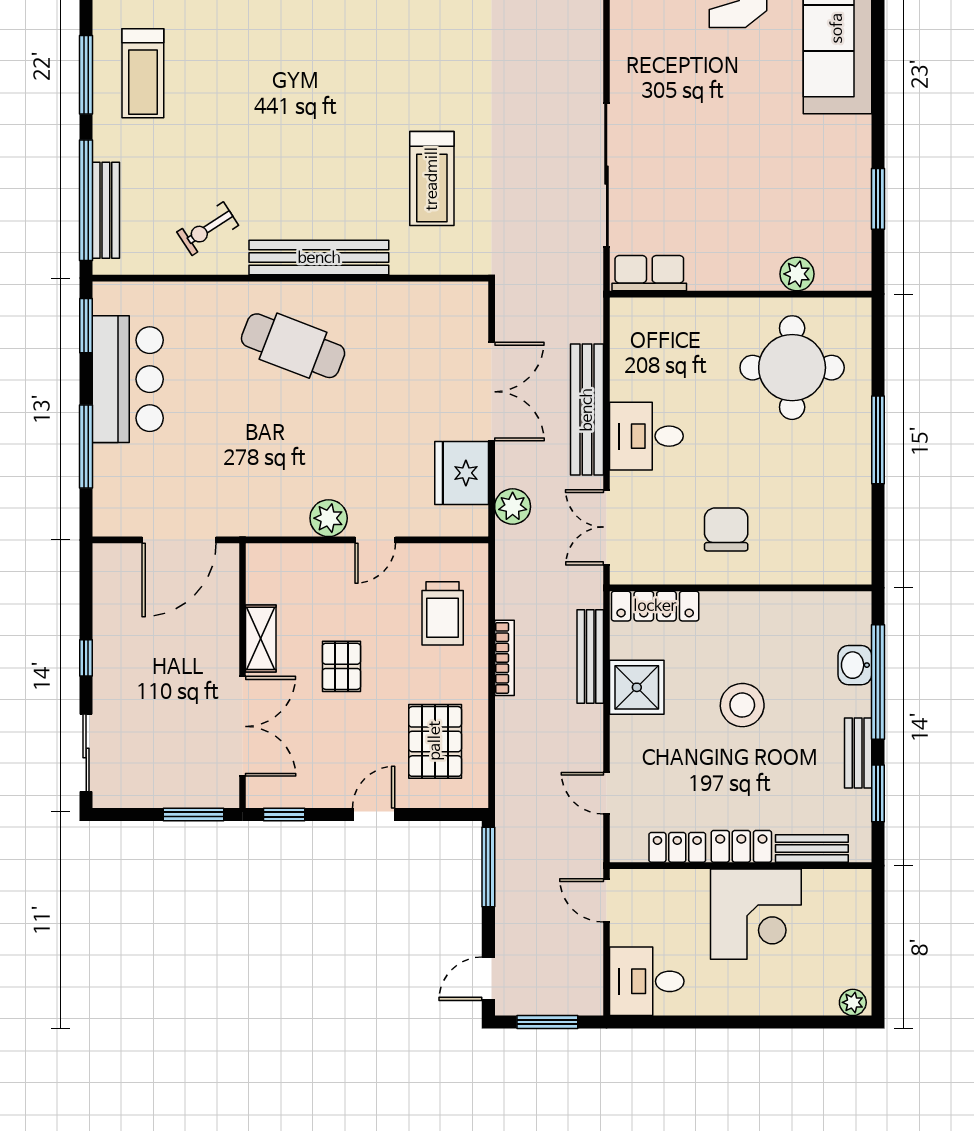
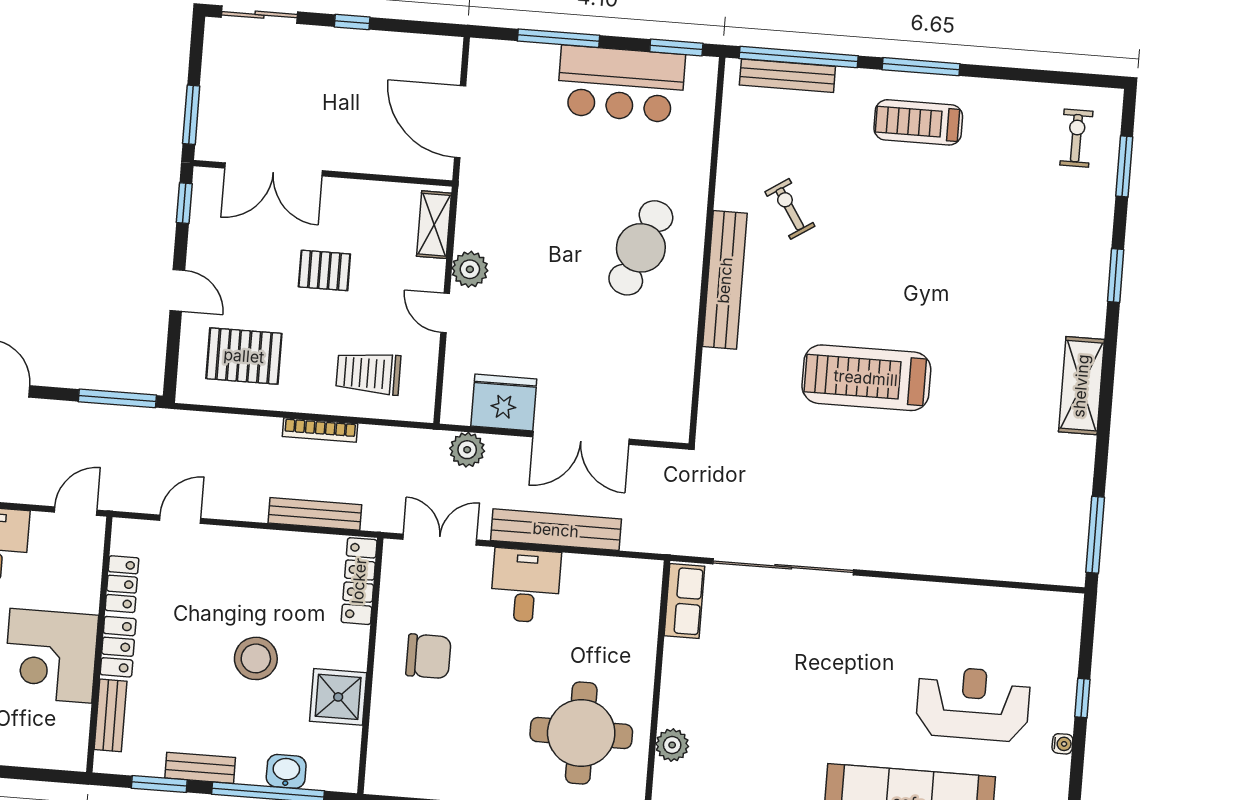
treadmill: (432, 179) -> (866, 378), moved, width x1.37, depth x1.37
exercise bike: (208, 229) -> (790, 209), moved
shelving: (261, 638) -> (434, 225), moved, turned 90
shower: (637, 687) -> (338, 697), moved

